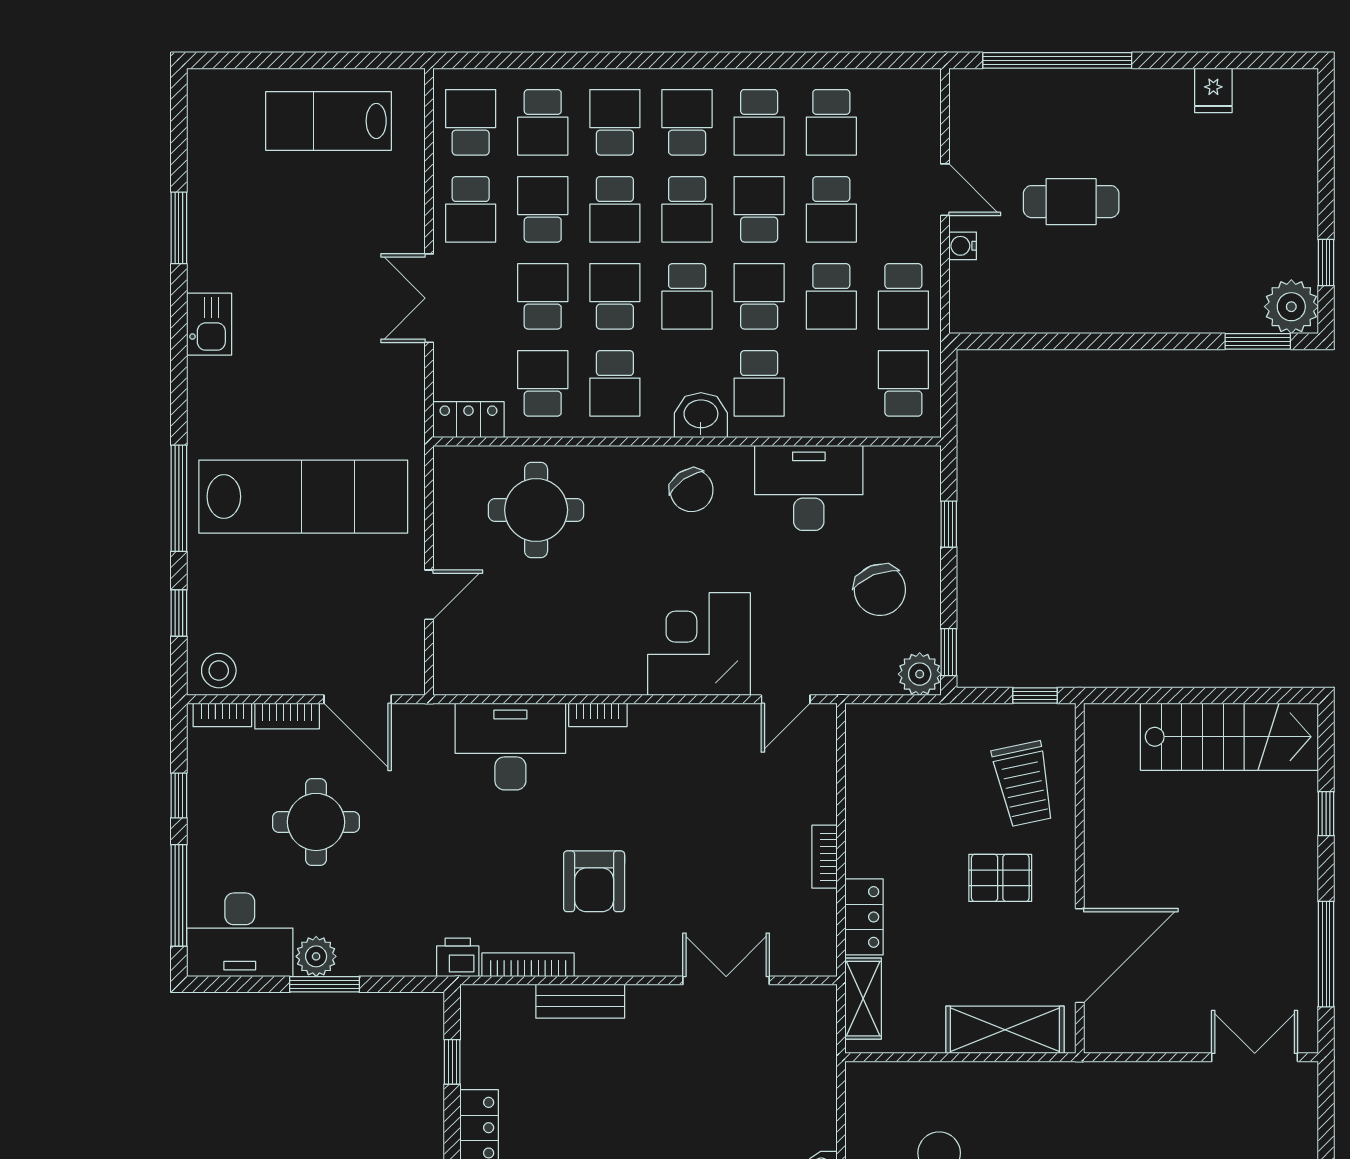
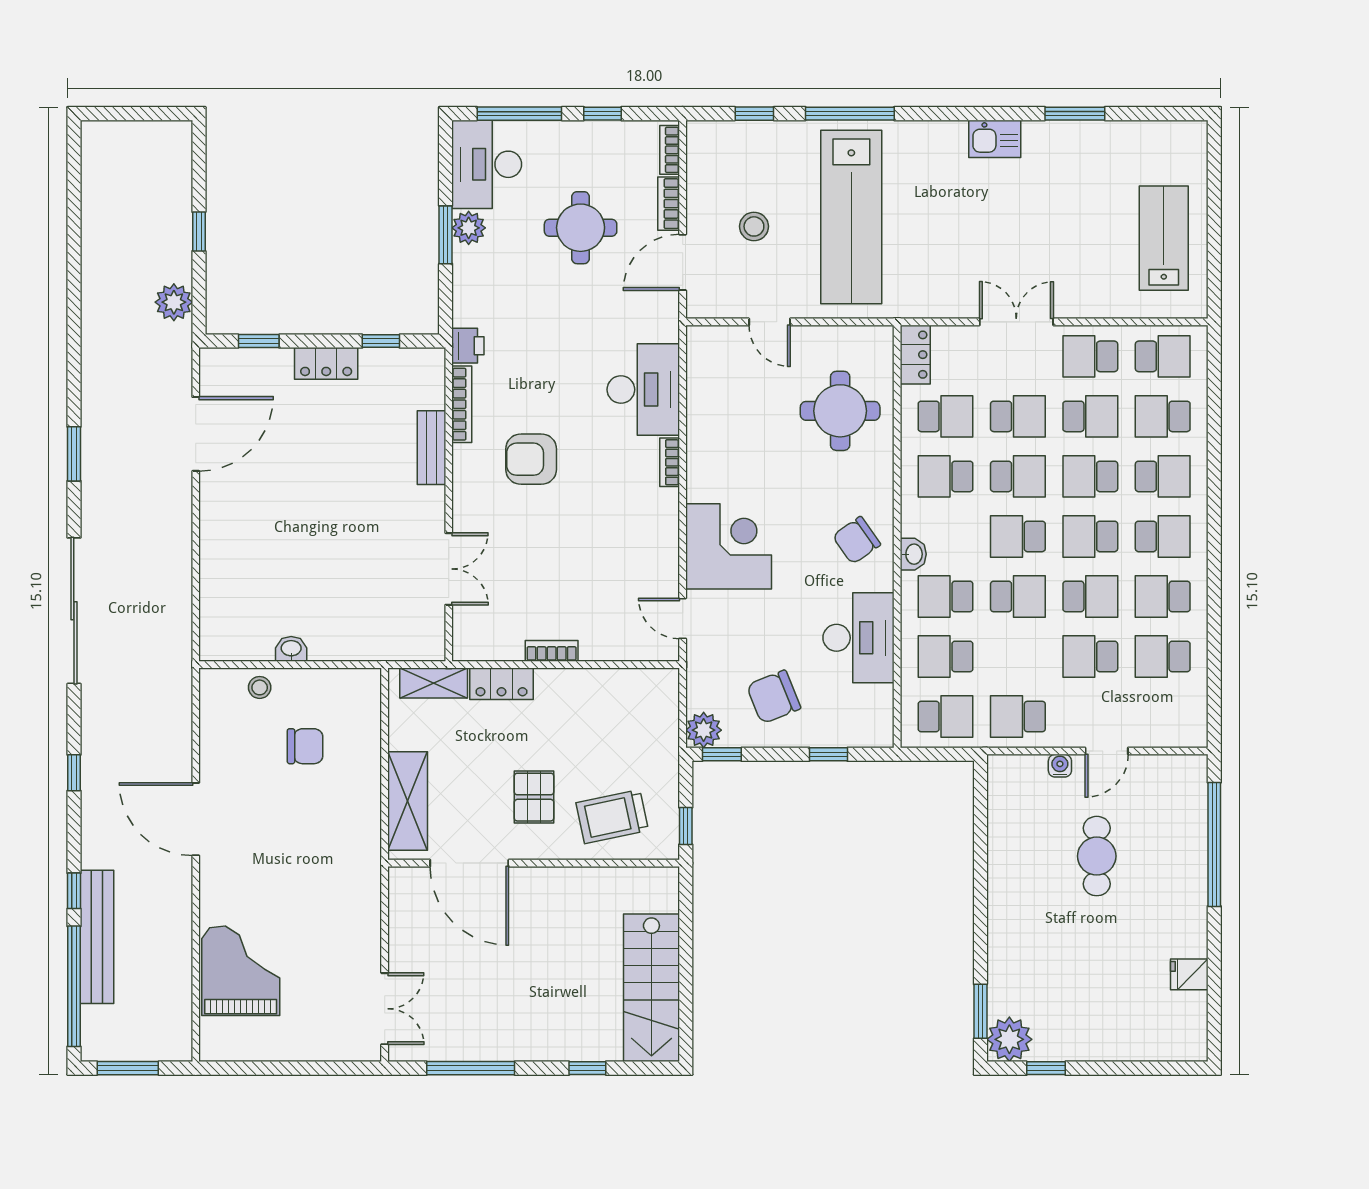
school desk: (831, 296) -> (945, 656), moved
washbasin: (701, 415) -> (913, 554), width x0.72, depth x0.69
stool: (219, 671) -> (754, 226), moved

